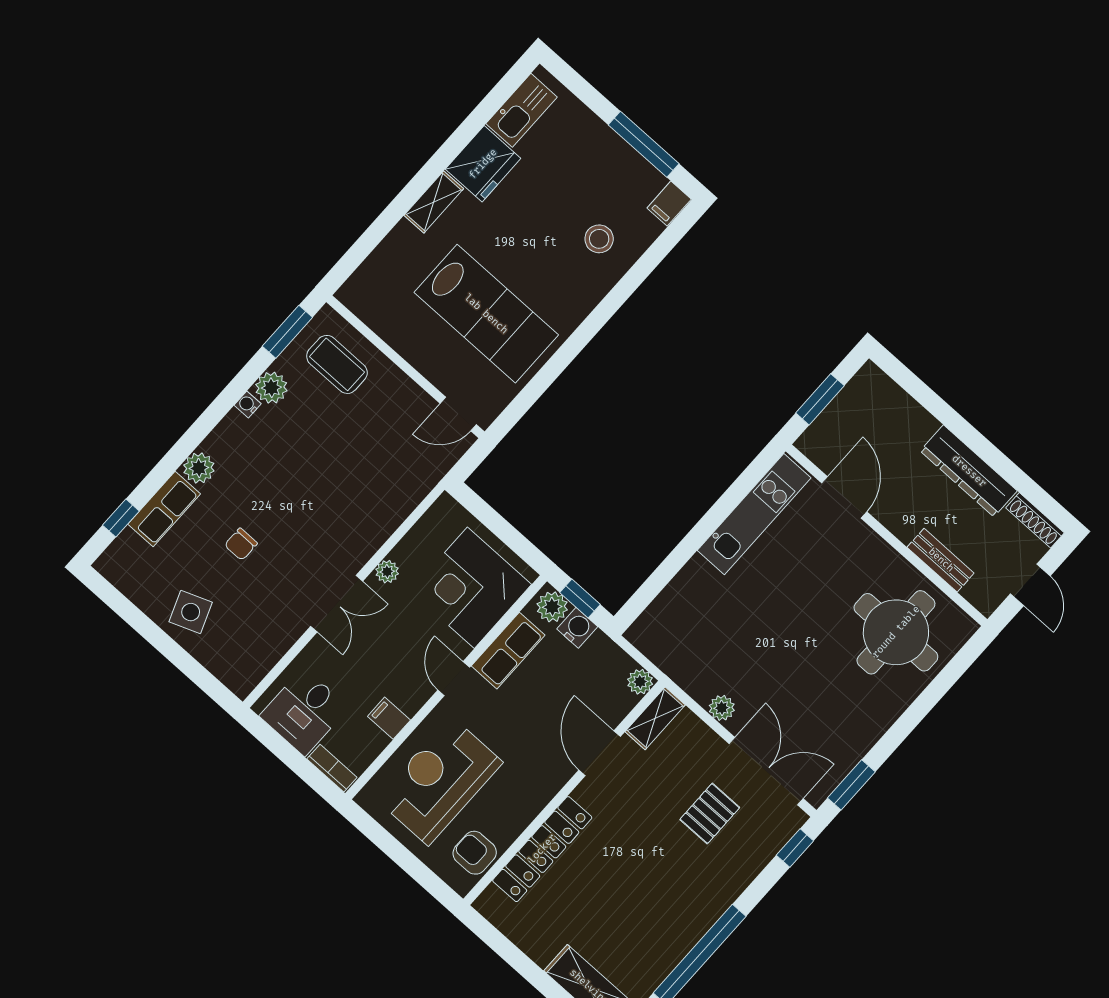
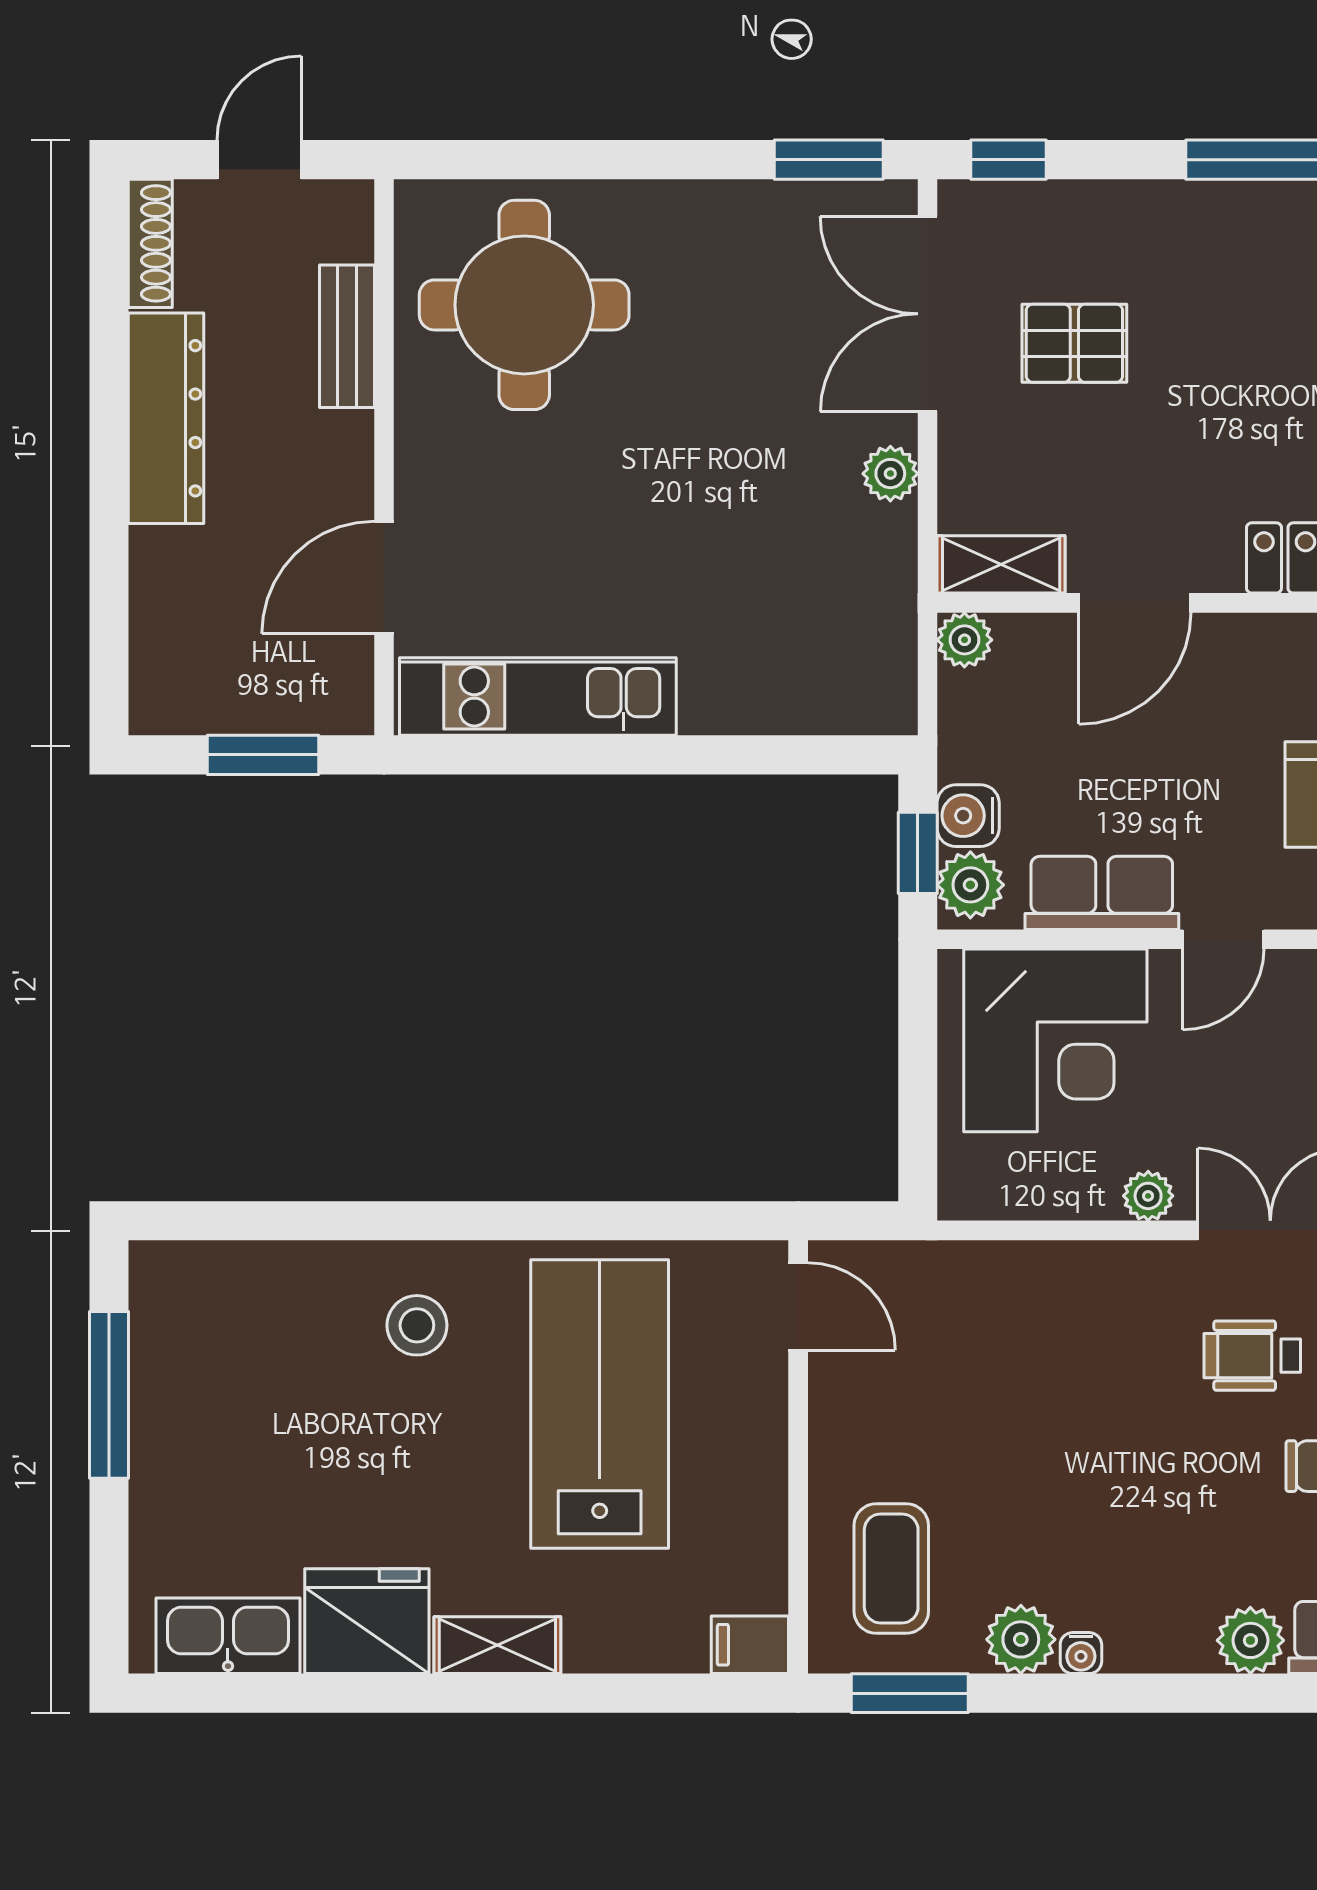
filing cabinet: (669, 204) -> (750, 1645), moved, turned 180
stool: (599, 239) -> (417, 1325), moved
wheelchair: (298, 558) -> (1252, 1356), added

